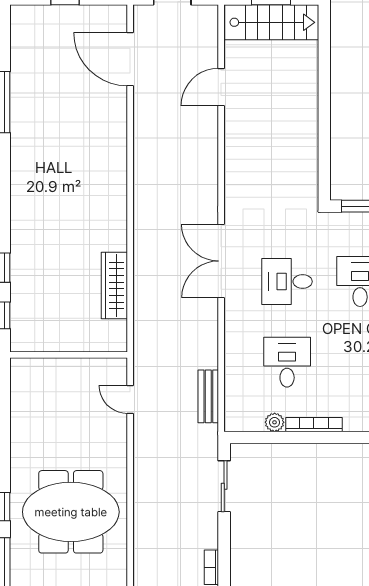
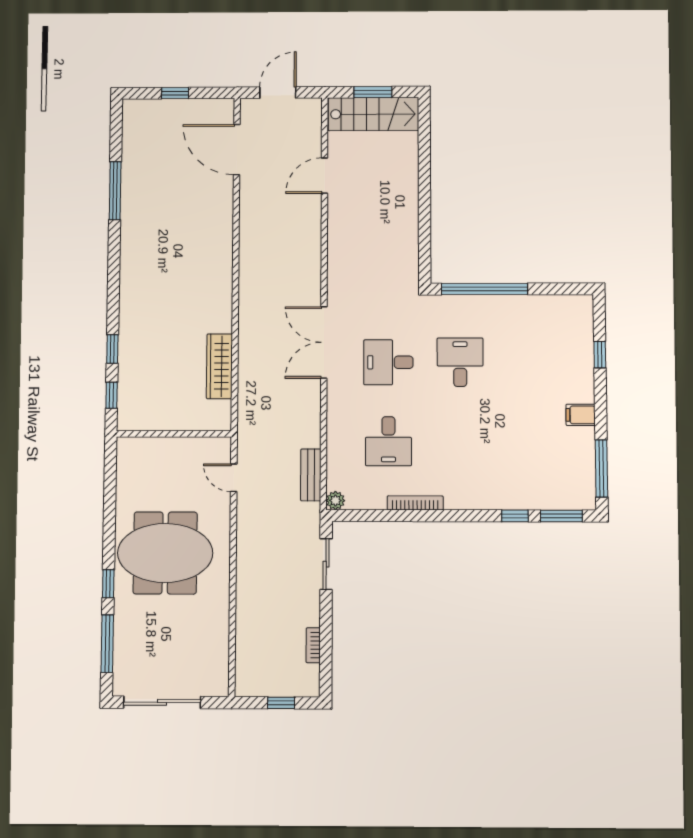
desk: (287, 362) -> (388, 441), turned 180
plant: (275, 422) -> (335, 501), moved
meeting table: (71, 512) -> (165, 553), moved

